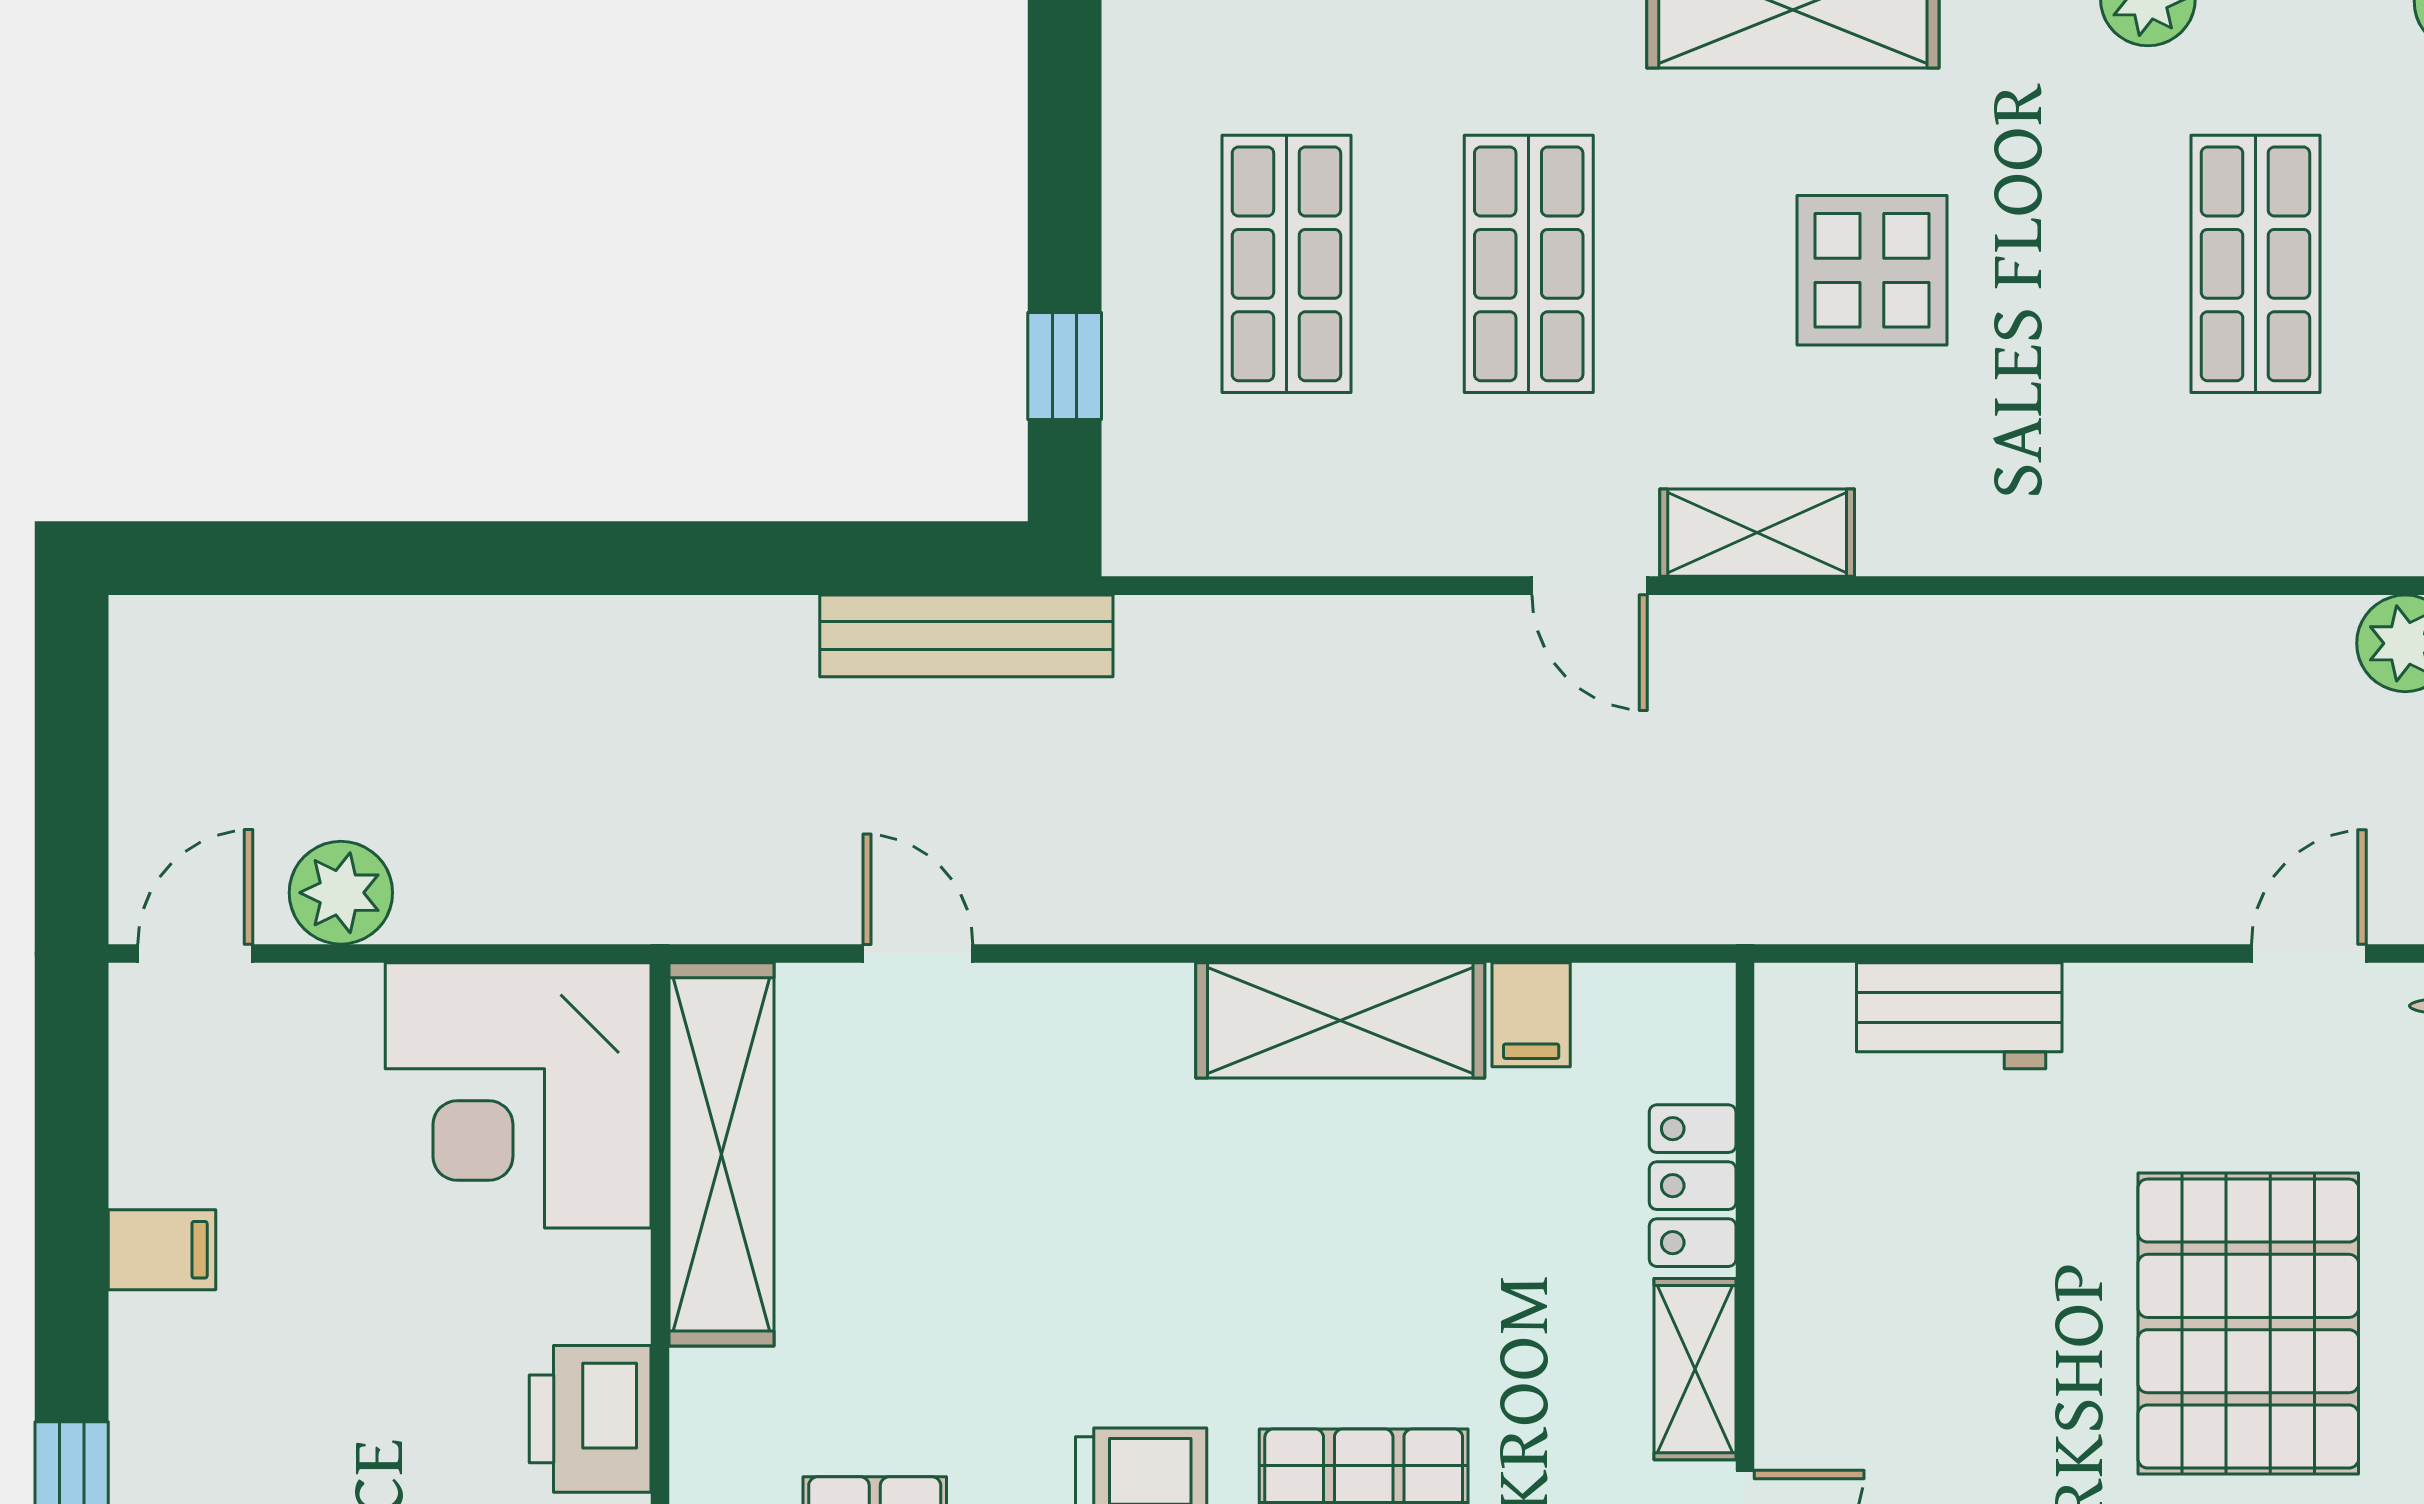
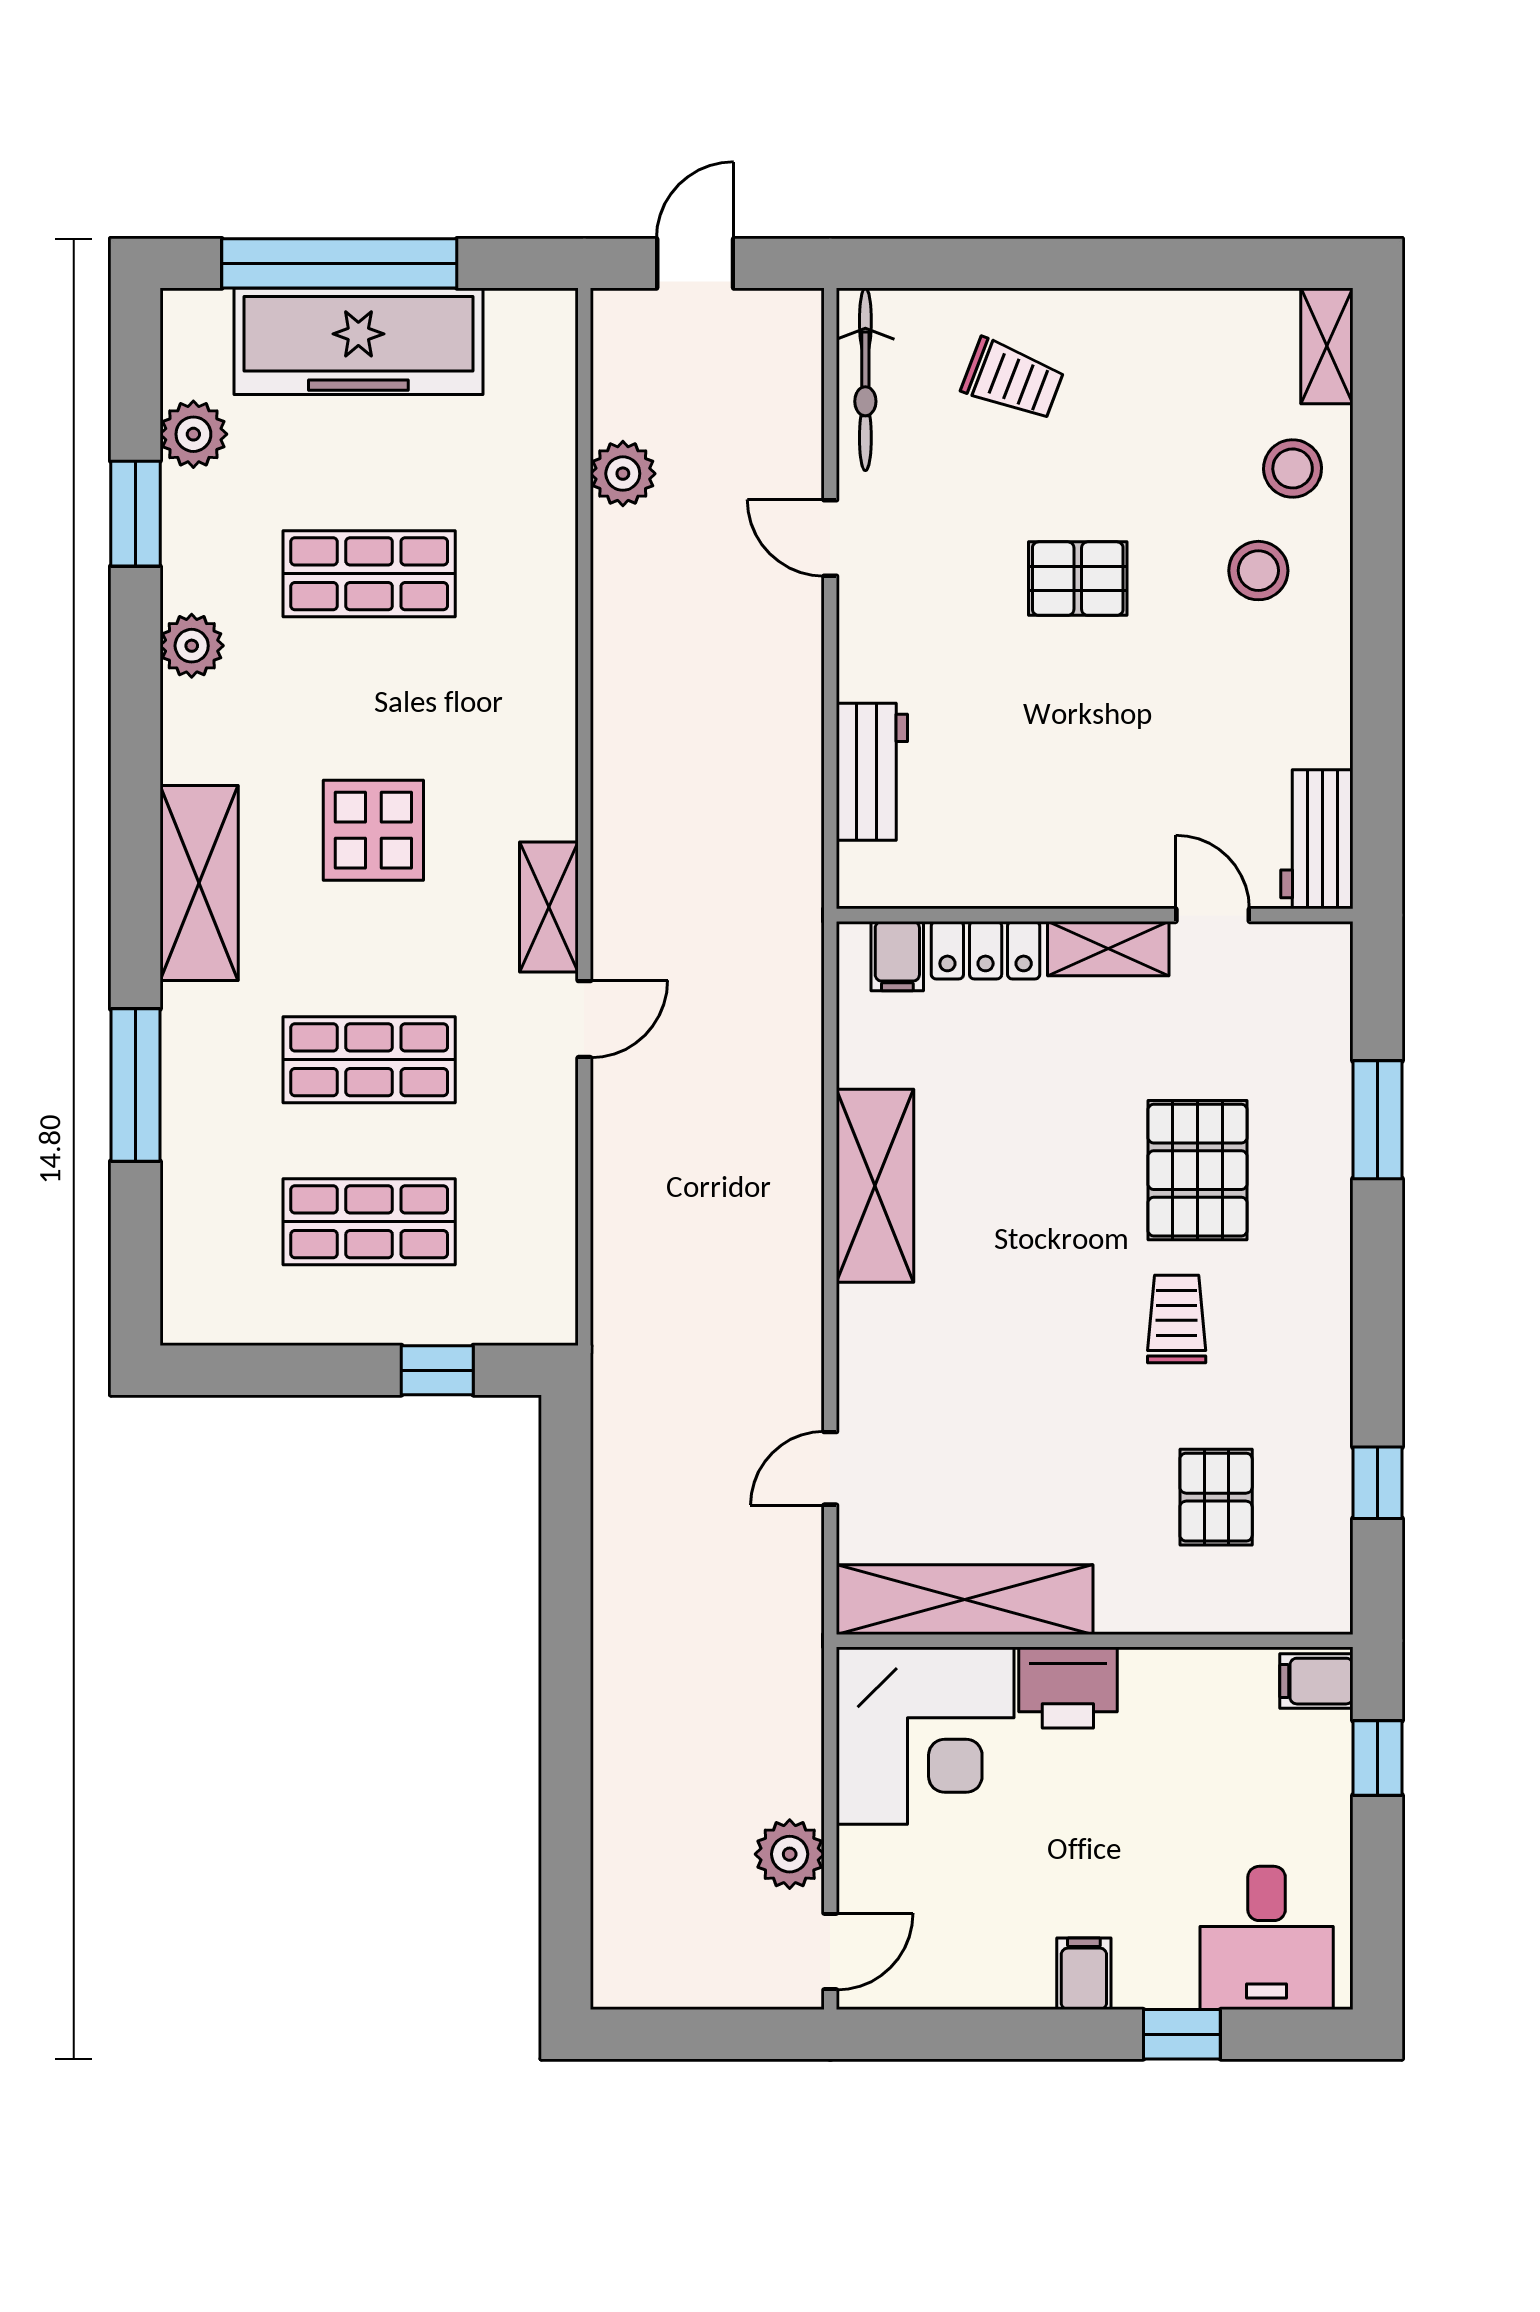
bench: (966, 636) -> (618, 1436), removed
door: (195, 953) -> (830, 1951), swing flipped
filing cabinet: (1531, 1015) -> (897, 956), moved, turned 90
filing cabinet: (162, 1250) -> (1084, 1974), moved
pallet: (2248, 1324) -> (1078, 579), width x0.49, depth x0.50
printer: (590, 1419) -> (1068, 1687), moved

